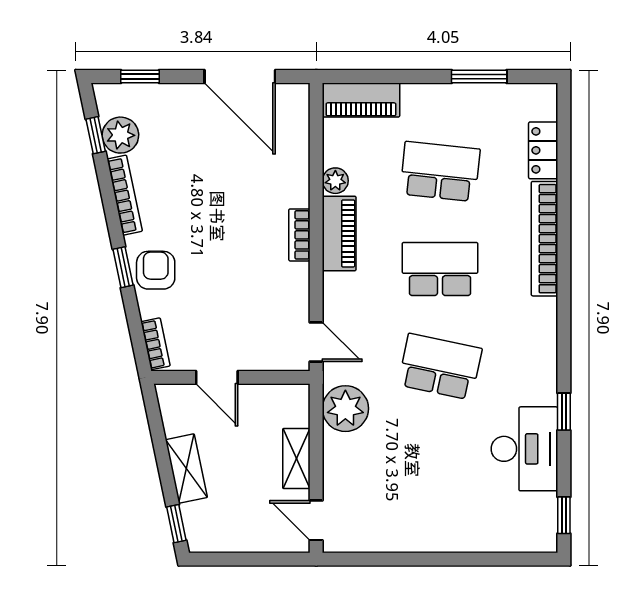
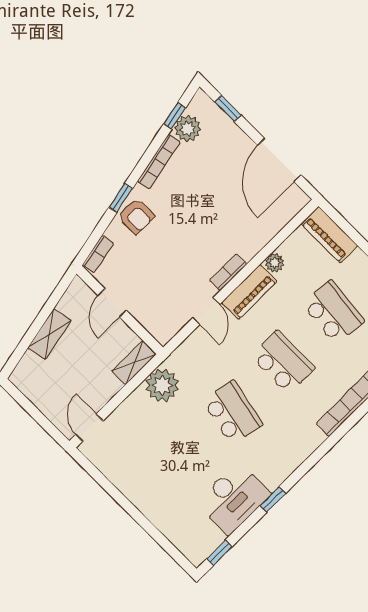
armchair: (156, 270) -> (136, 216), turned 90
door: (316, 342) -> (206, 311), moved
shelving: (296, 459) -> (134, 363), moved
window: (176, 524) -> (16, 357), removed

